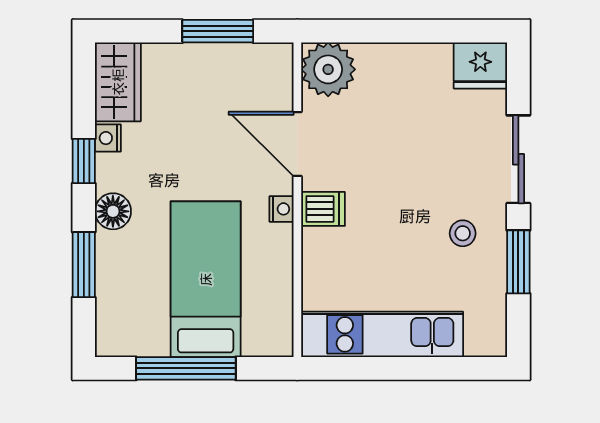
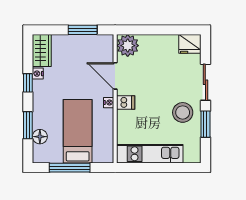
floor lamp: (113, 211) -> (40, 137), moved
stool: (463, 233) -> (183, 112), width x1.89, depth x1.89

